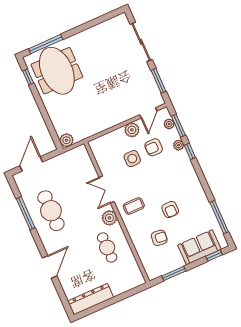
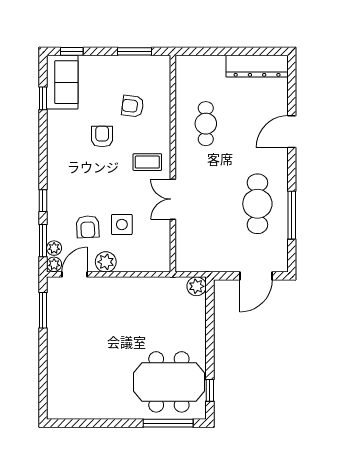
sliding door: (141, 42) -> (43, 371), removed
meeting table: (57, 71) -> (169, 382), turned 90
plant: (179, 145) -> (54, 264), moved
armchair: (154, 147) -> (88, 227), turned 87
double door: (107, 189) -> (173, 199), swing flipped
window: (219, 217) -> (43, 98), width x0.46
plant: (109, 218) -> (186, 161), removed
sofa: (199, 247) -> (62, 82), moved, turned -90

